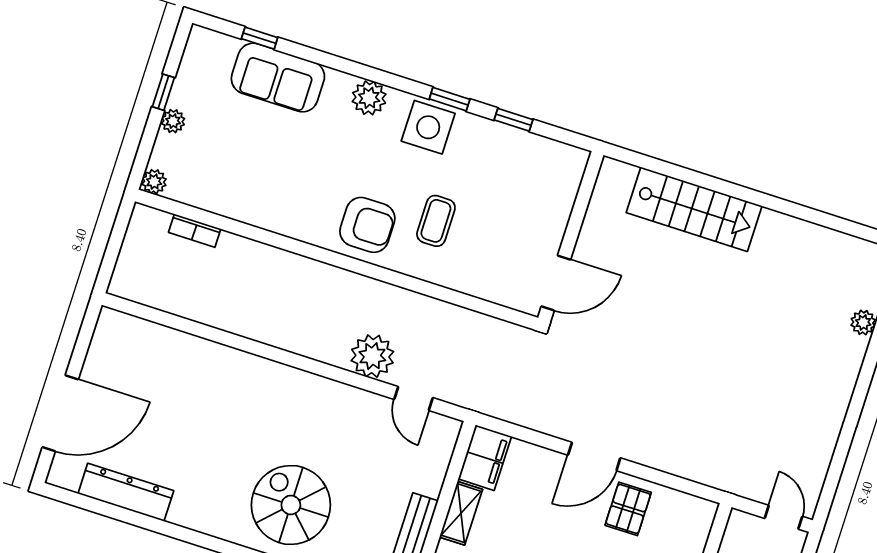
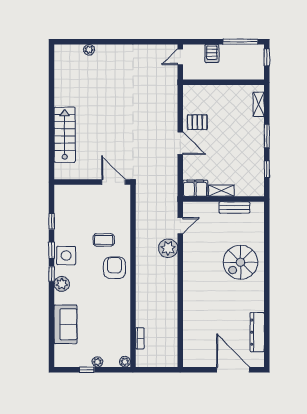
window: (260, 38) -> (52, 274), moved

